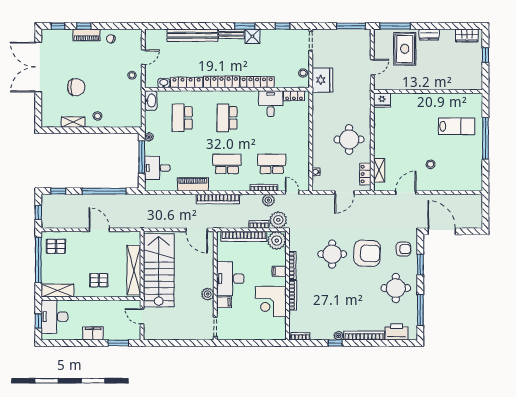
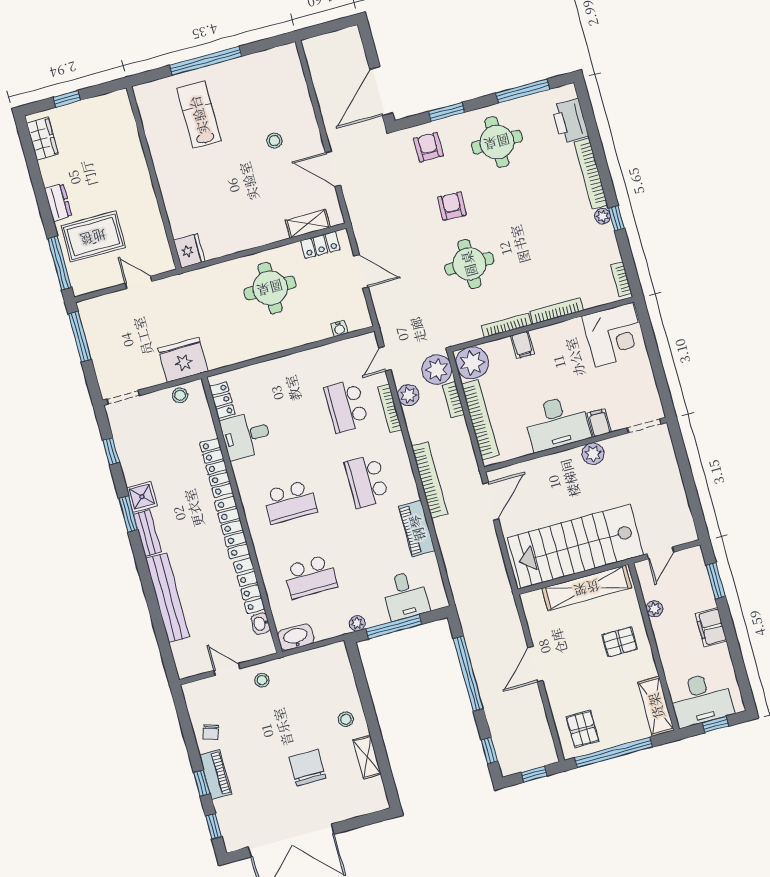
armchair: (367, 253) -> (452, 206), width x0.53, depth x0.53
pallet: (99, 280) -> (620, 642), turned 90
corner desk: (271, 301) -> (614, 335), moved
plant: (112, 305) -> (654, 609), added

